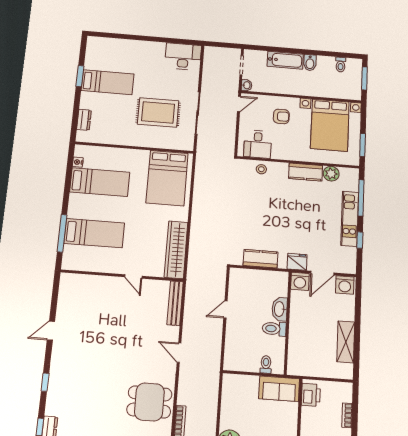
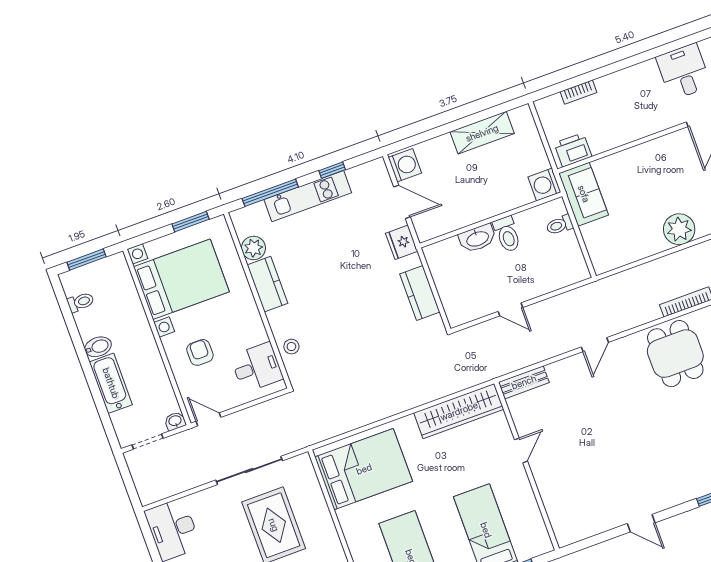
washing machine: (300, 281) -> (544, 184), moved, turned 180
bench: (175, 303) -> (524, 382), width x0.73

